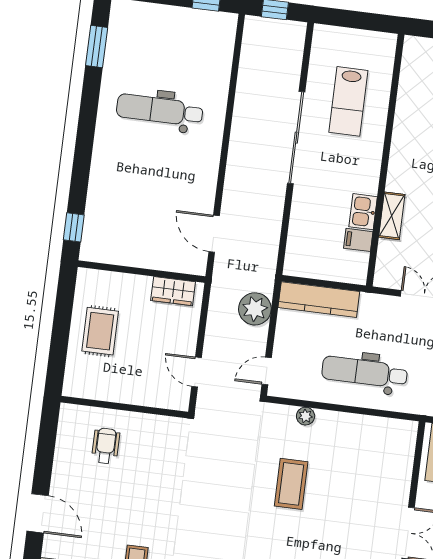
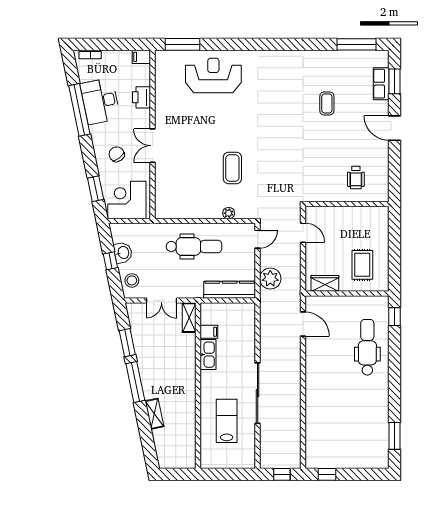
dental chair: (160, 110) -> (367, 347), moved, turned -90
kitchen sink: (363, 212) -> (208, 355), width x1.38
shelving: (392, 216) -> (189, 318), moved
rug: (100, 331) -> (362, 265), moved

